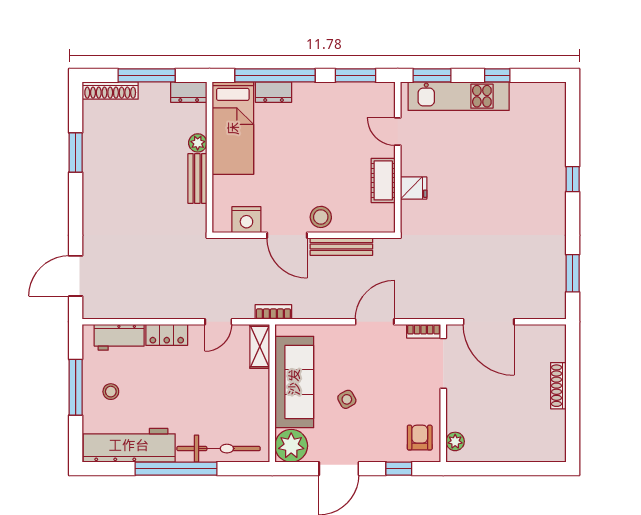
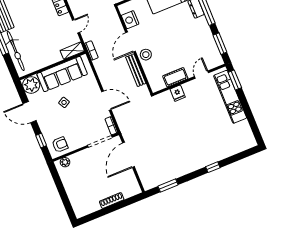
window: (497, 75) -> (247, 111), removed
door: (218, 322) -> (76, 26), swing flipped

